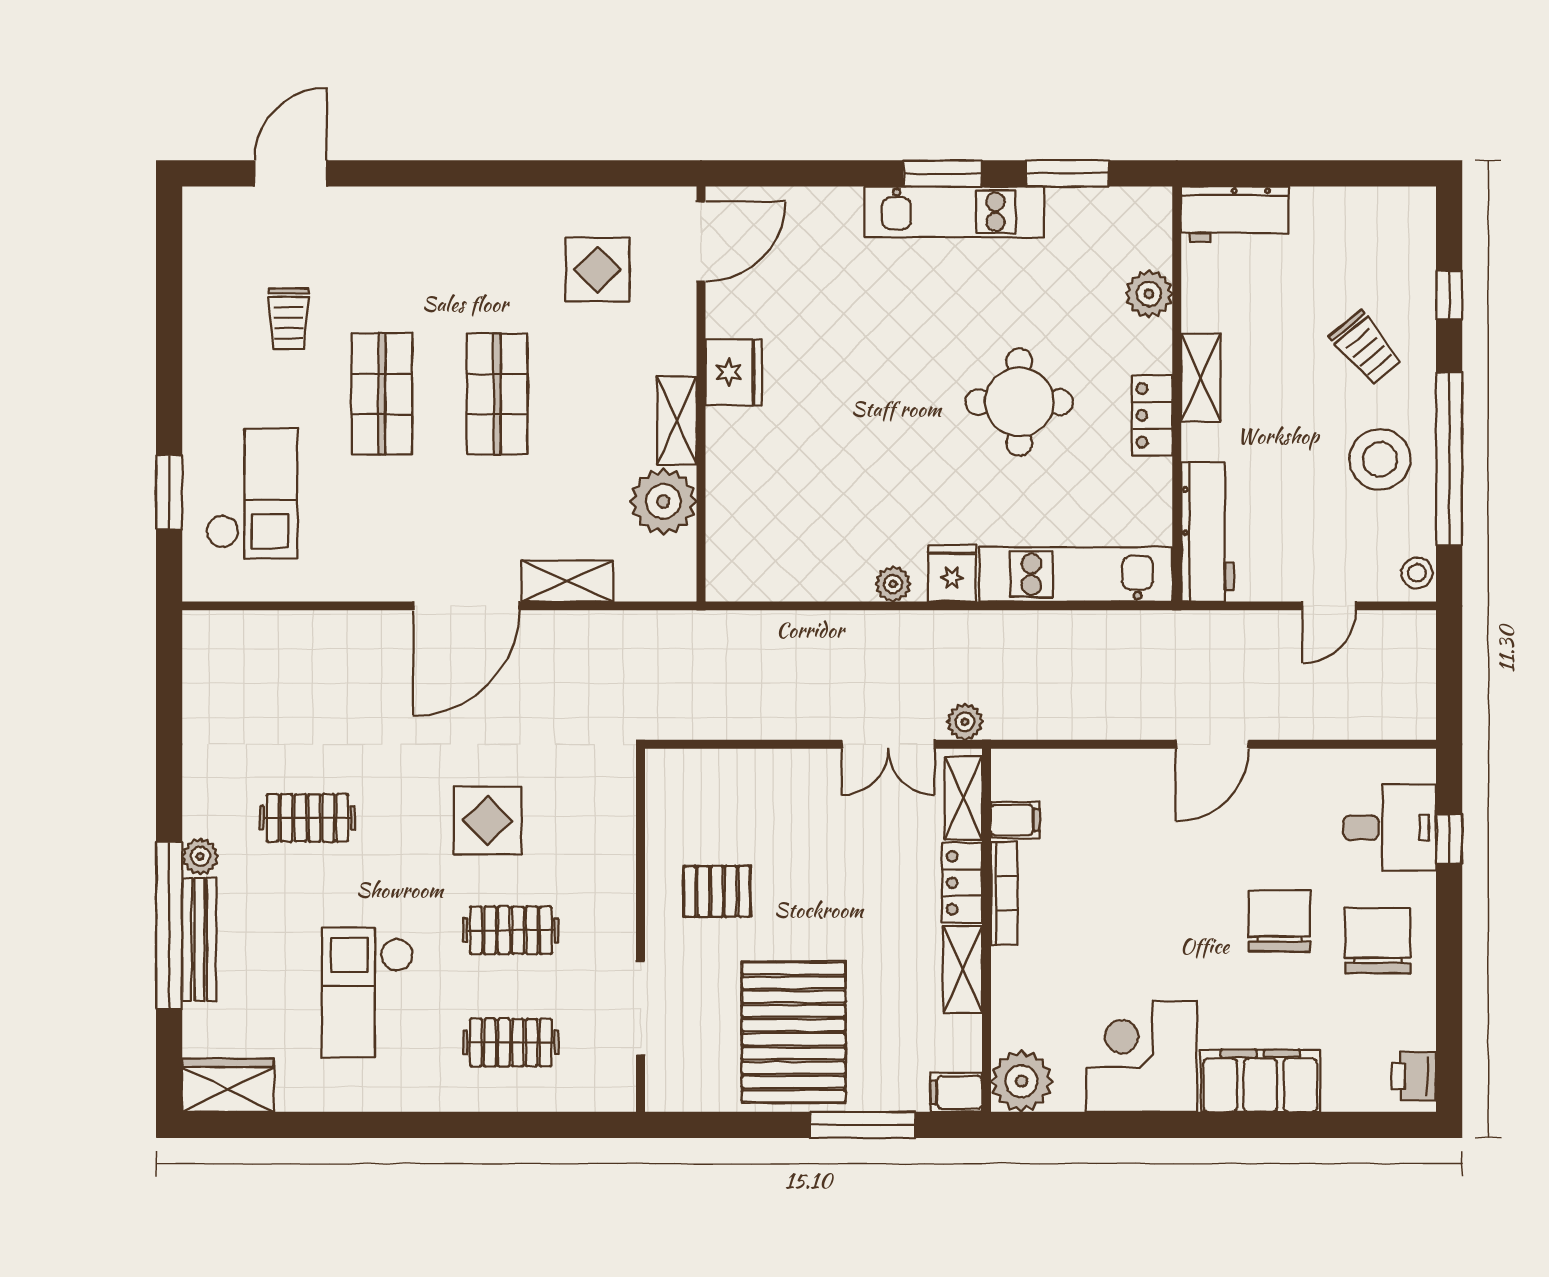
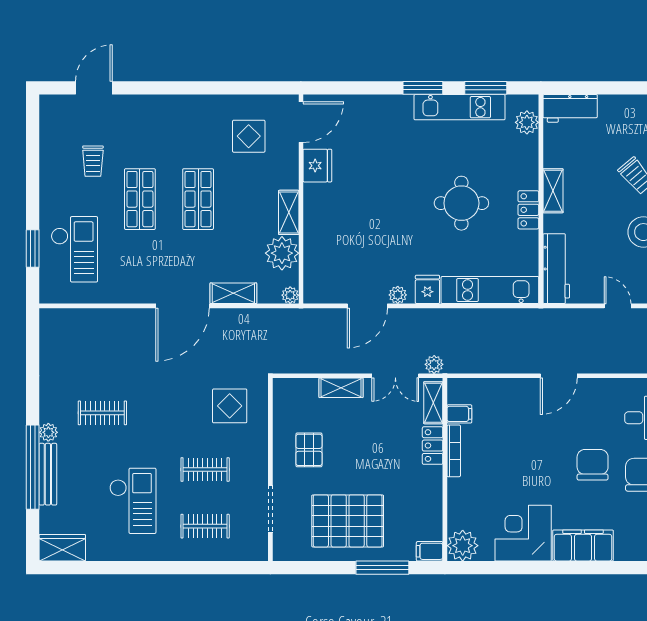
kitchen unit: (954, 212) -> (460, 107), moved
plant: (1149, 294) -> (527, 122), moved
fridge: (734, 372) -> (317, 166), moved
plant: (680, 585) -> (290, 295), added
door: (833, 606) -> (367, 306), added
door: (1329, 606) -> (618, 306), swing flipped
display table: (487, 820) -> (230, 406), moved
pallet: (717, 891) -> (309, 450), turned 90
shelving: (963, 969) -> (341, 388), moved, turned 90
checkout: (368, 992) -> (133, 501), turned 180
pallet: (794, 1032) -> (348, 521), turned 90

